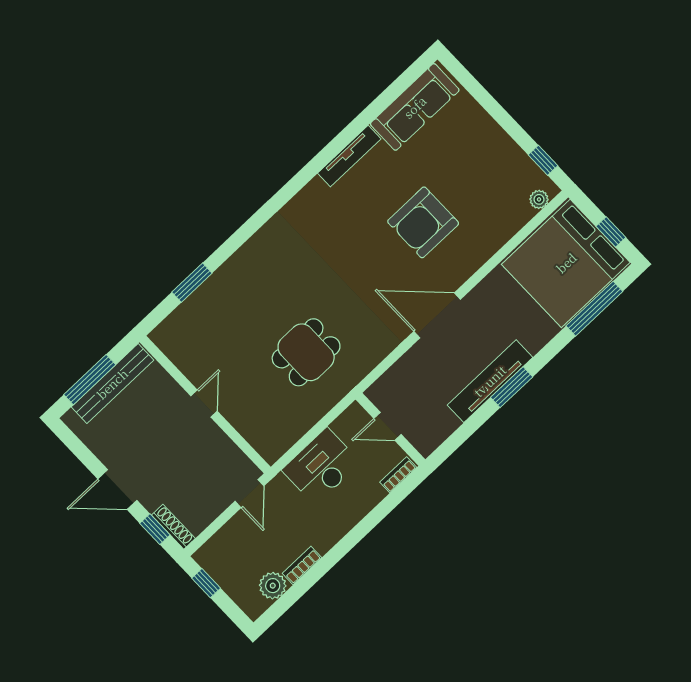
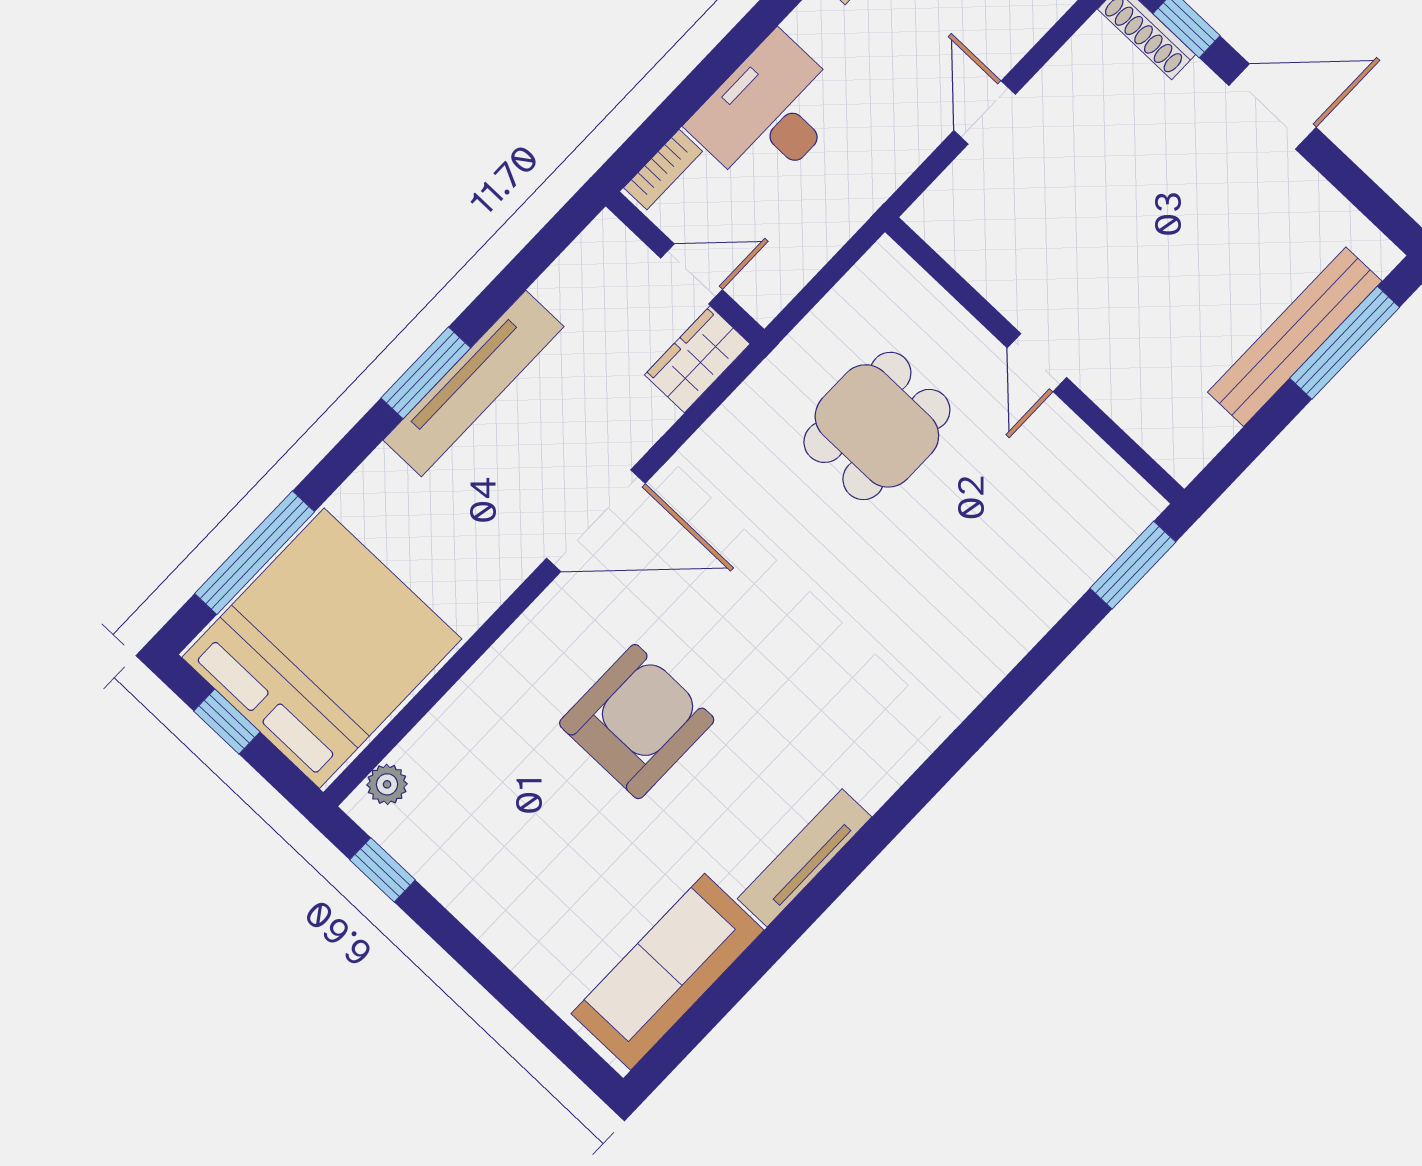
wardrobe: (387, 387) -> (697, 359), added
door: (204, 403) -> (1037, 363), moved
wall: (205, 405) -> (1035, 360), moved
desk: (321, 466) -> (769, 113), moved, turned 180

